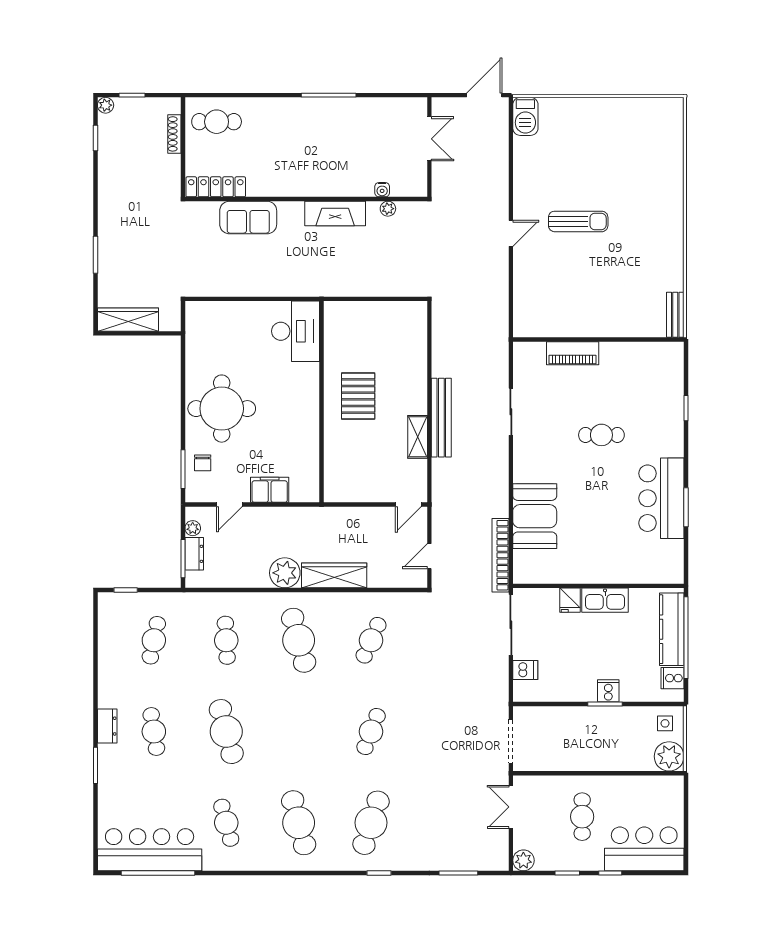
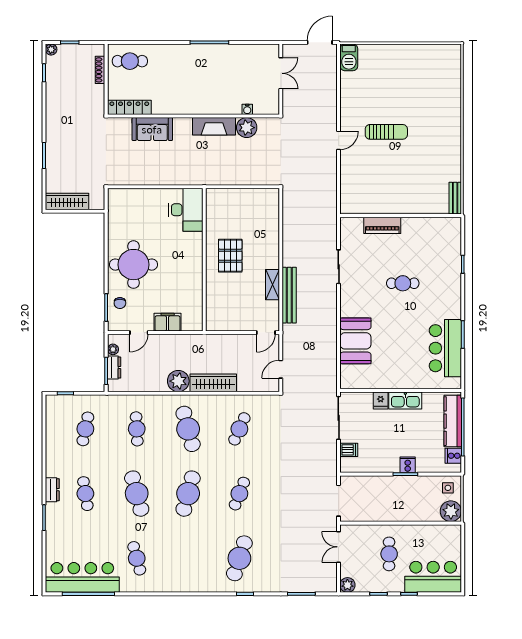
plant: (388, 209) -> (247, 128), width x1.88, depth x1.88
bench: (441, 418) -> (289, 295), moved
bar counter: (661, 498) -> (445, 348), moved
bookcase: (500, 555) -> (331, 369), removed
cafe table: (299, 823) -> (188, 494), moved, turned 30

